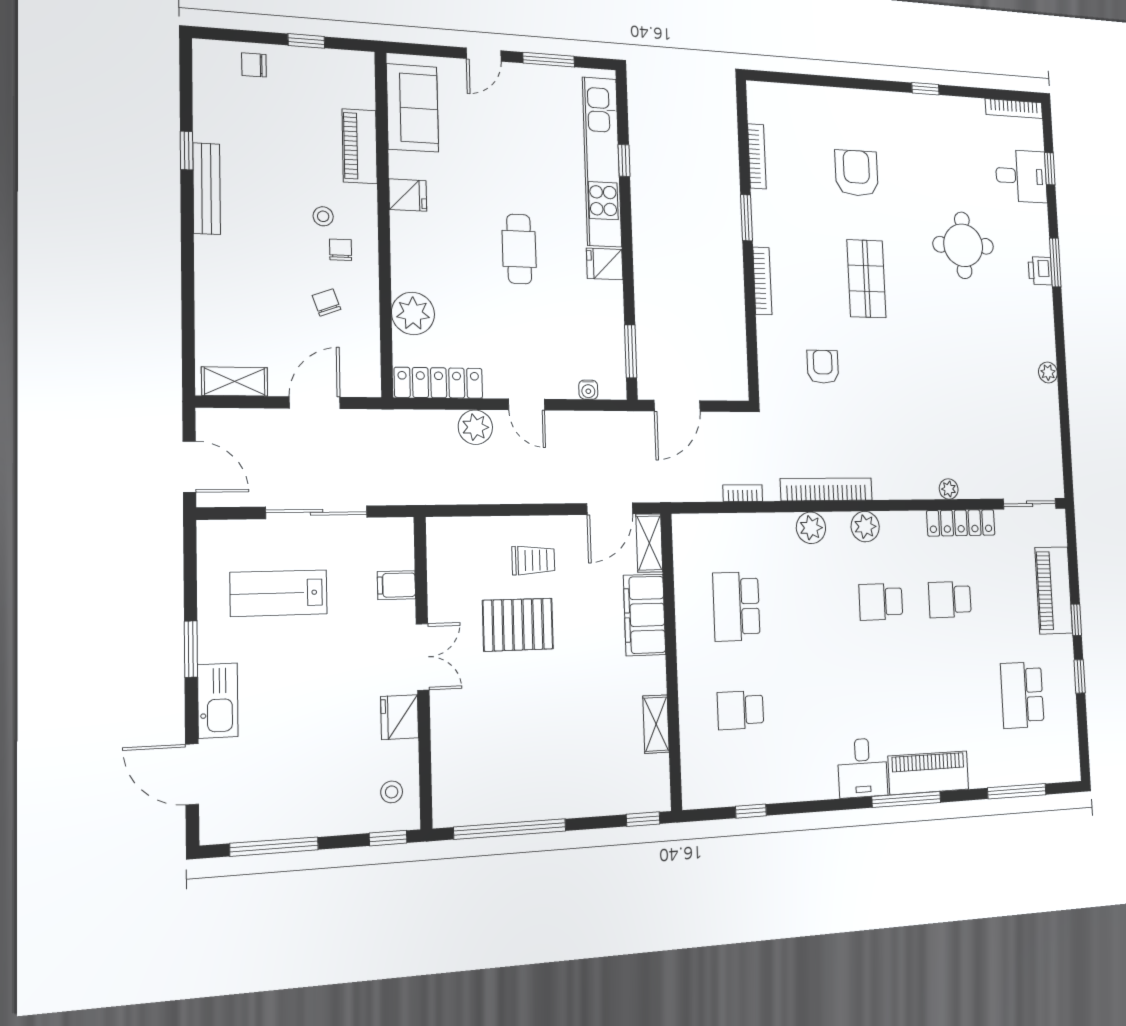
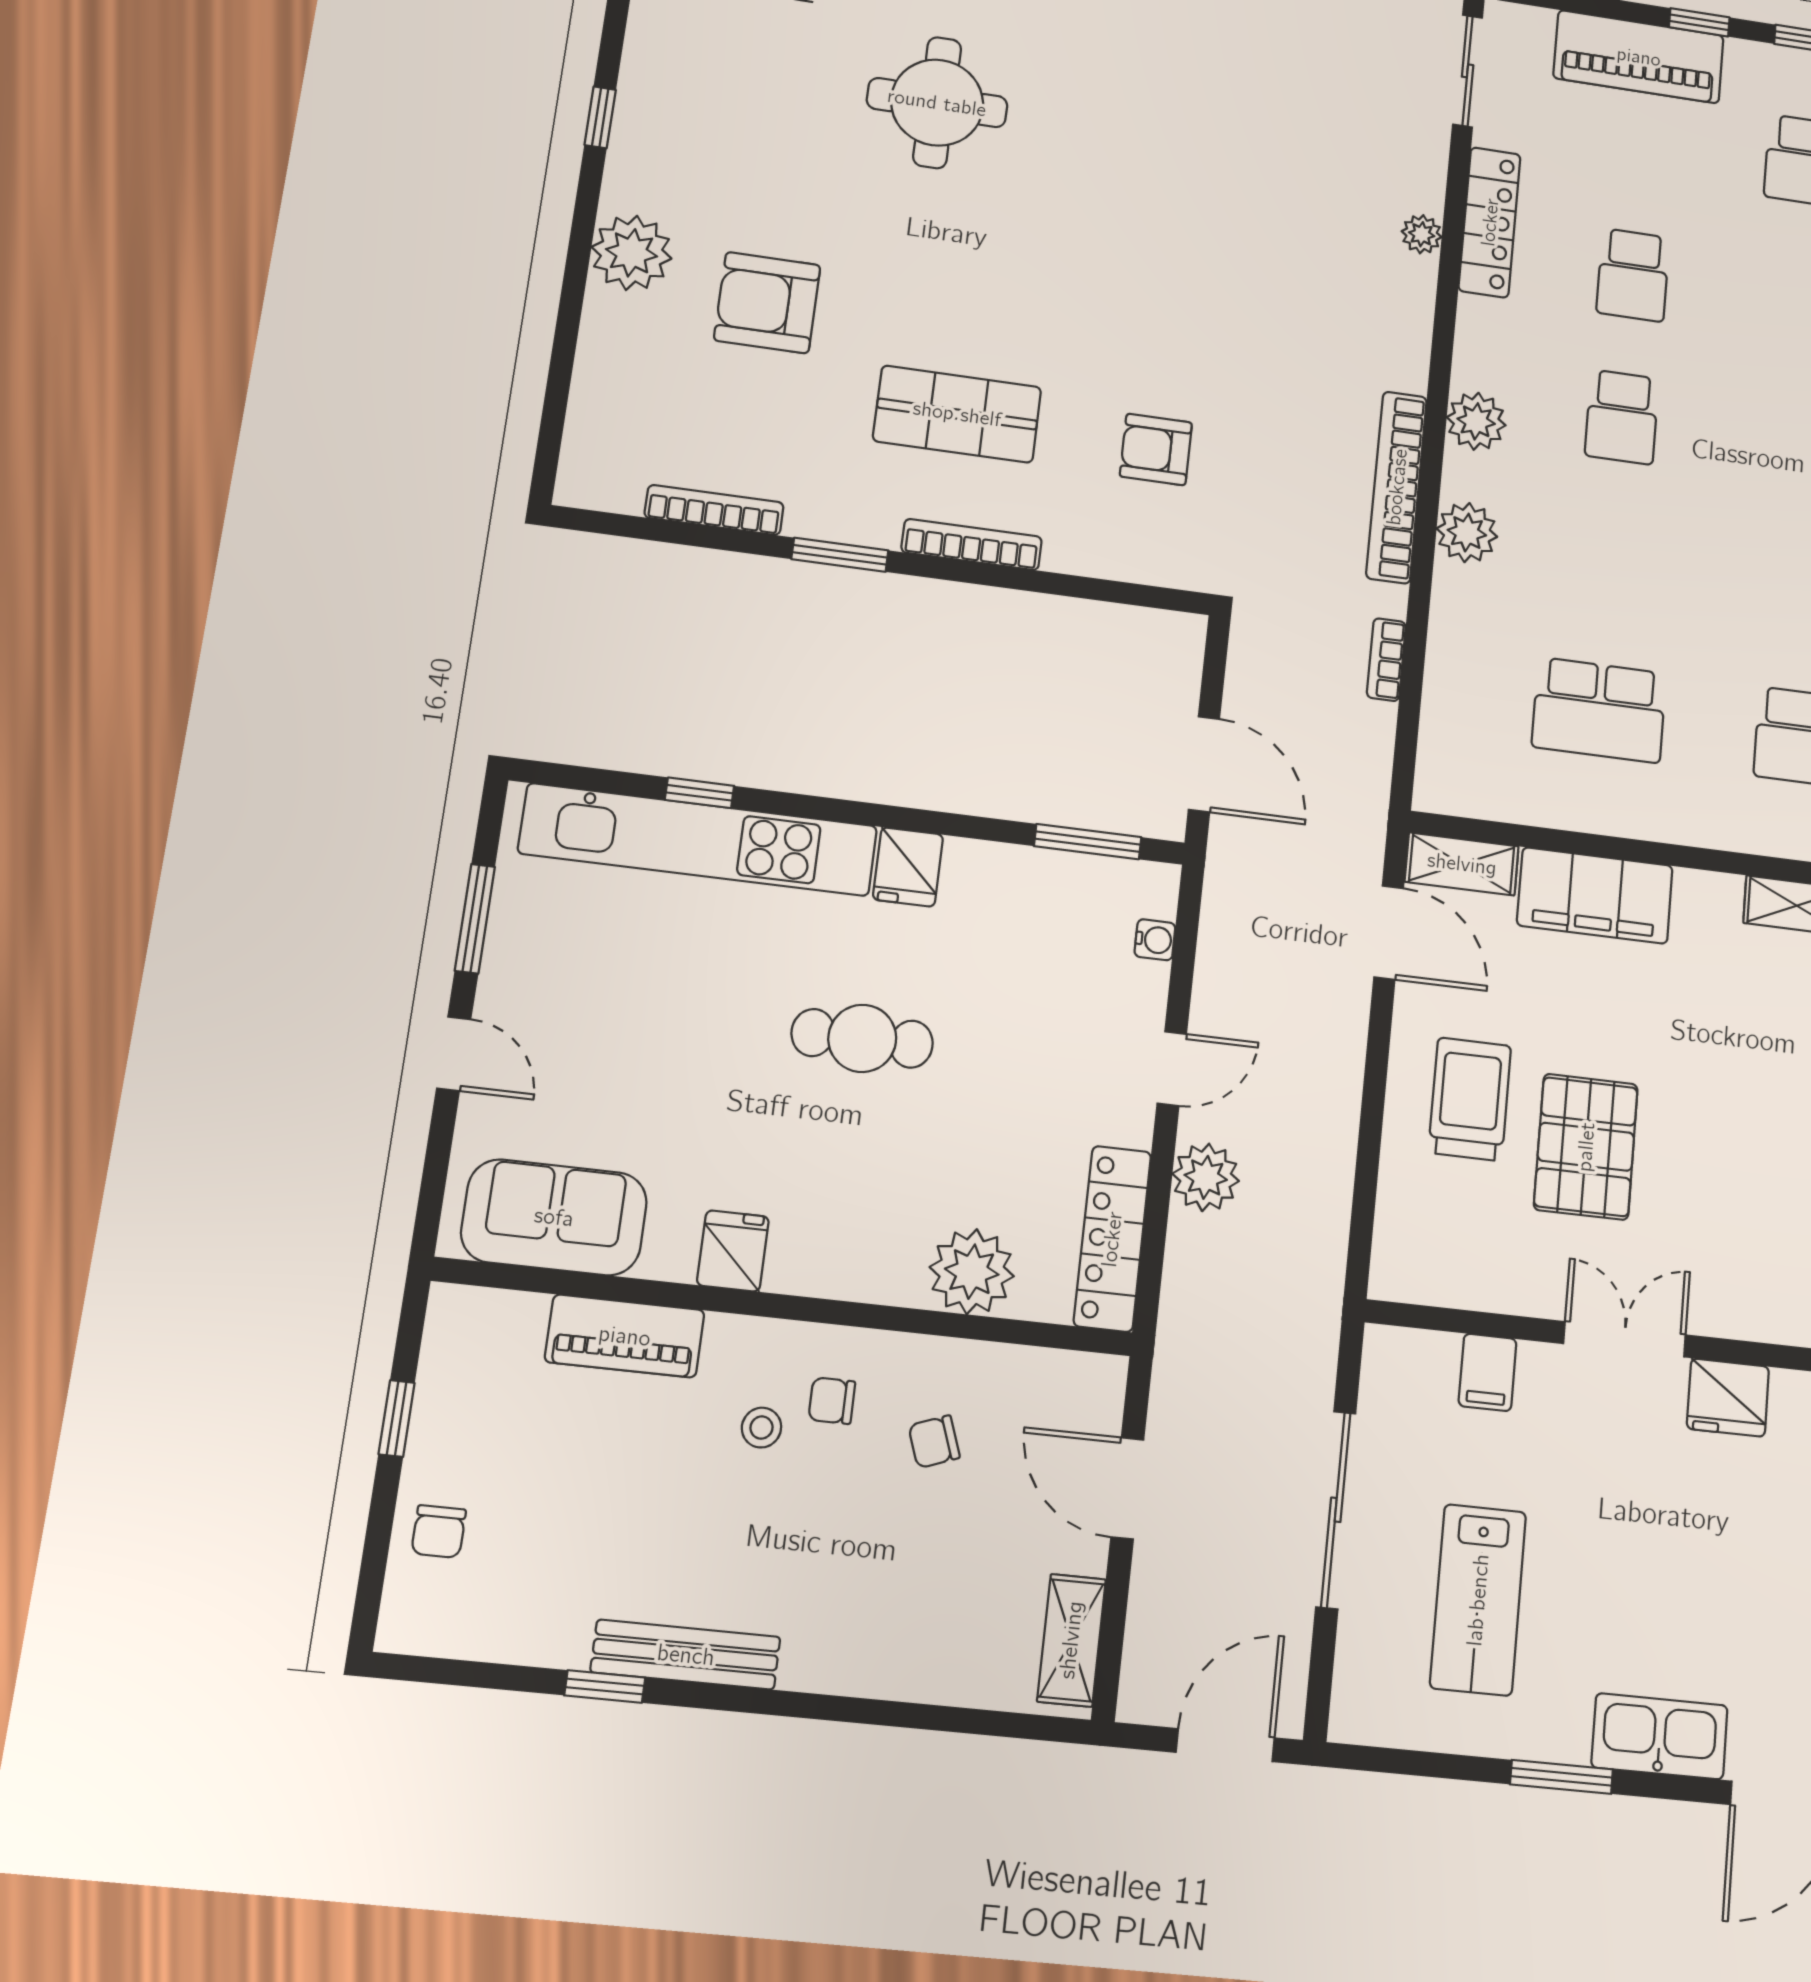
plant: (867, 108) -> (632, 253), added
shop shelf: (866, 279) -> (957, 414), moved
trolley: (533, 560) -> (1470, 1099), width x1.36, depth x1.39

